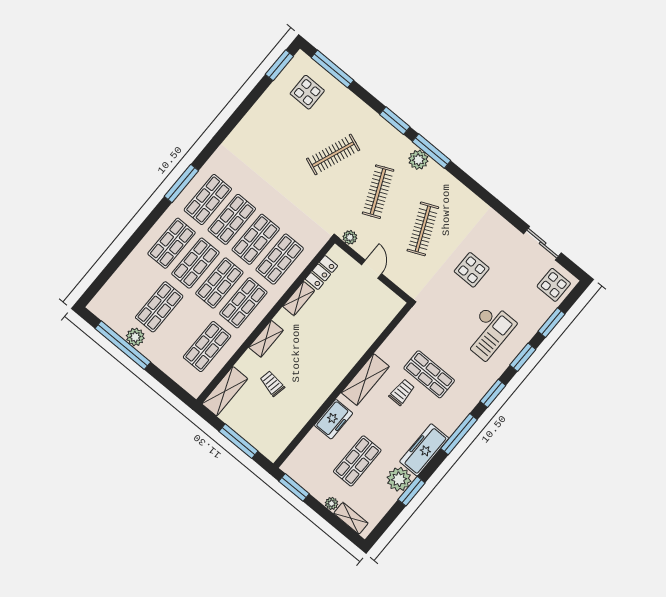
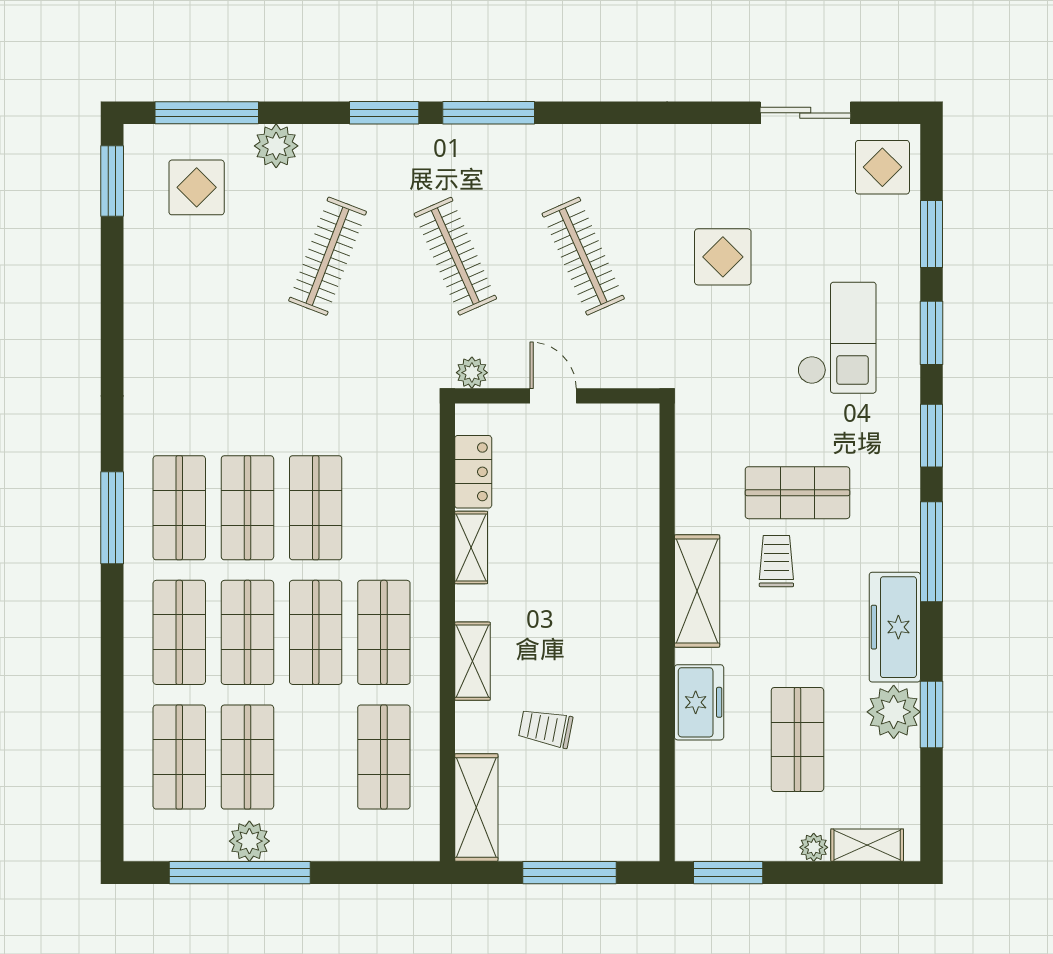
plant: (418, 160) -> (276, 146), moved
shop shelf: (280, 259) -> (179, 757), moved

